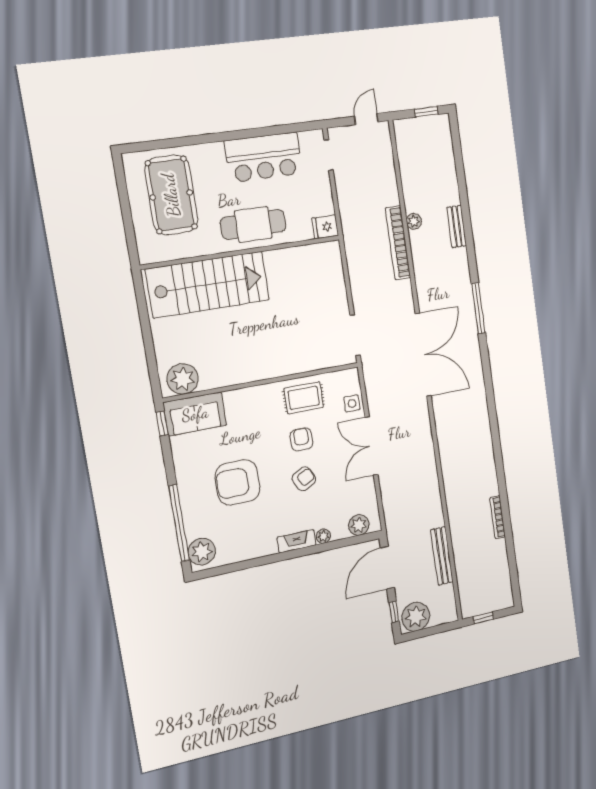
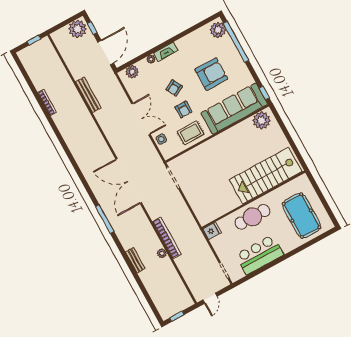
sofa: (195, 414) -> (234, 109), width x1.85, depth x1.27
bench: (442, 556) -> (88, 95), moved

